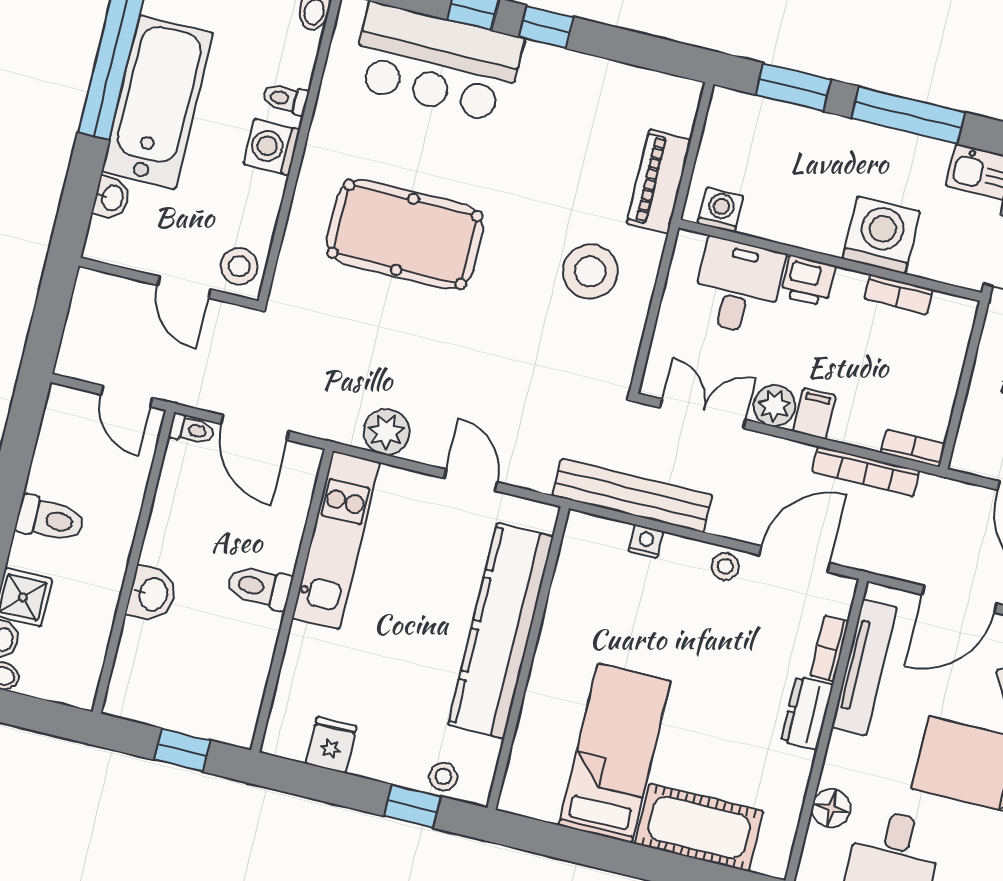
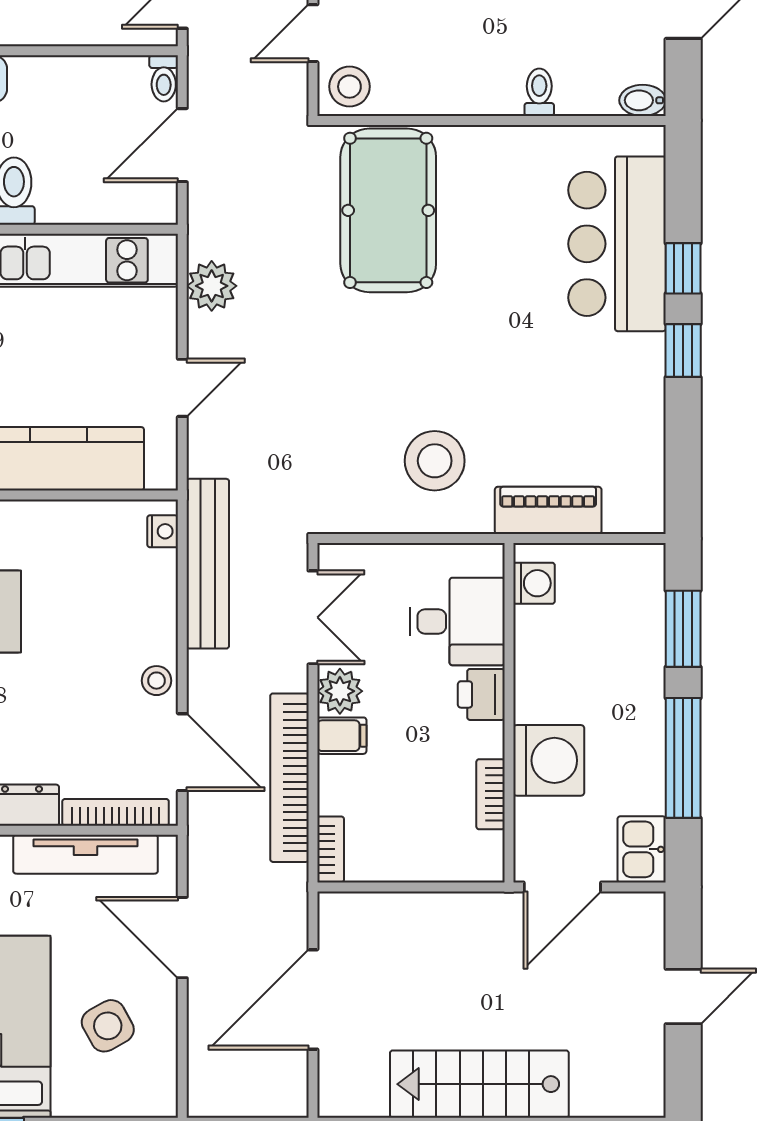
washing machine: (272, 147) -> (485, 90), removed
pool table: (405, 234) -> (388, 210), moved
bookcase: (866, 471) -> (289, 778), width x1.48, depth x1.31
nightstand: (646, 541) -> (163, 531), moved
bookcase: (829, 648) -> (116, 812), width x1.56

